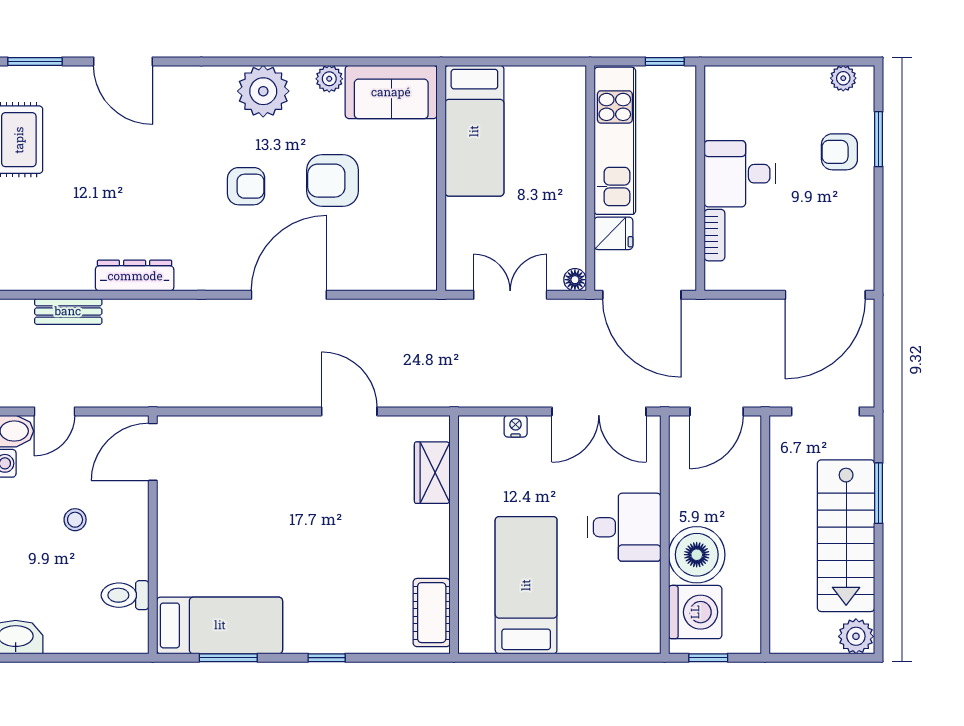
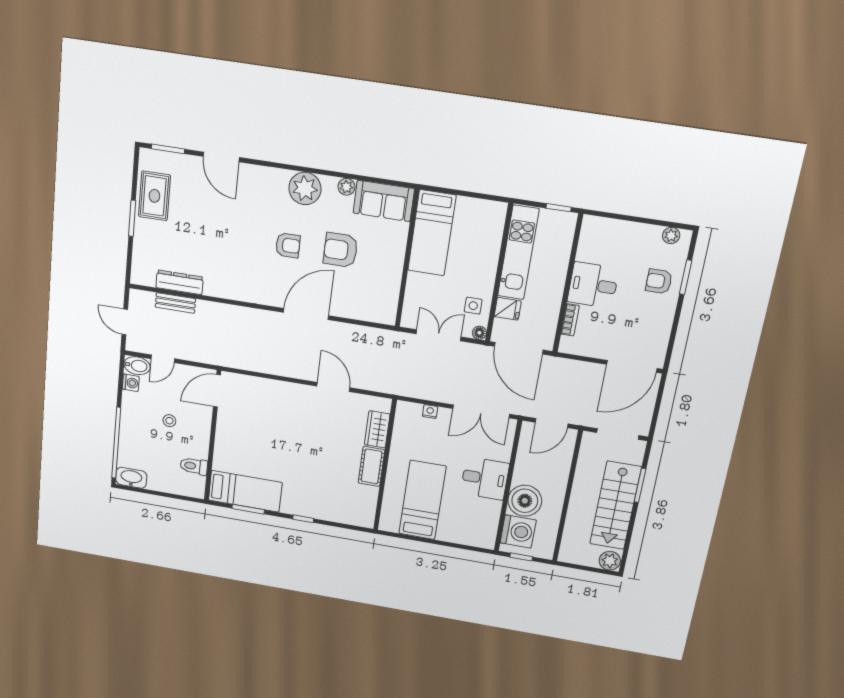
side table: (558, 237) -> (473, 306), added
dresser: (135, 276) -> (180, 282), moved
cot: (432, 613) -> (372, 466), moved

